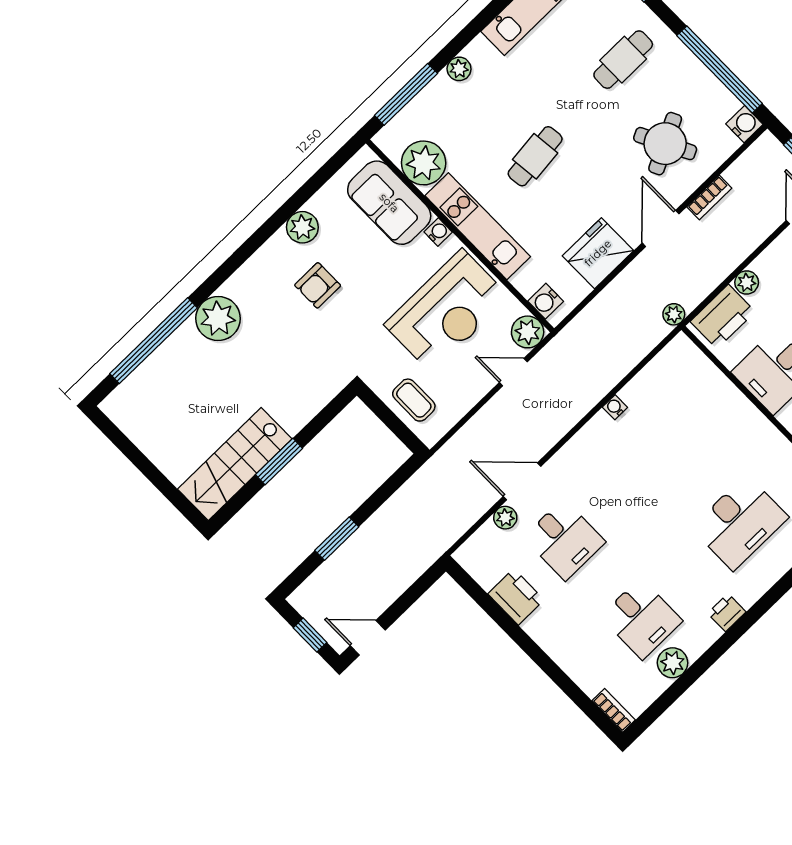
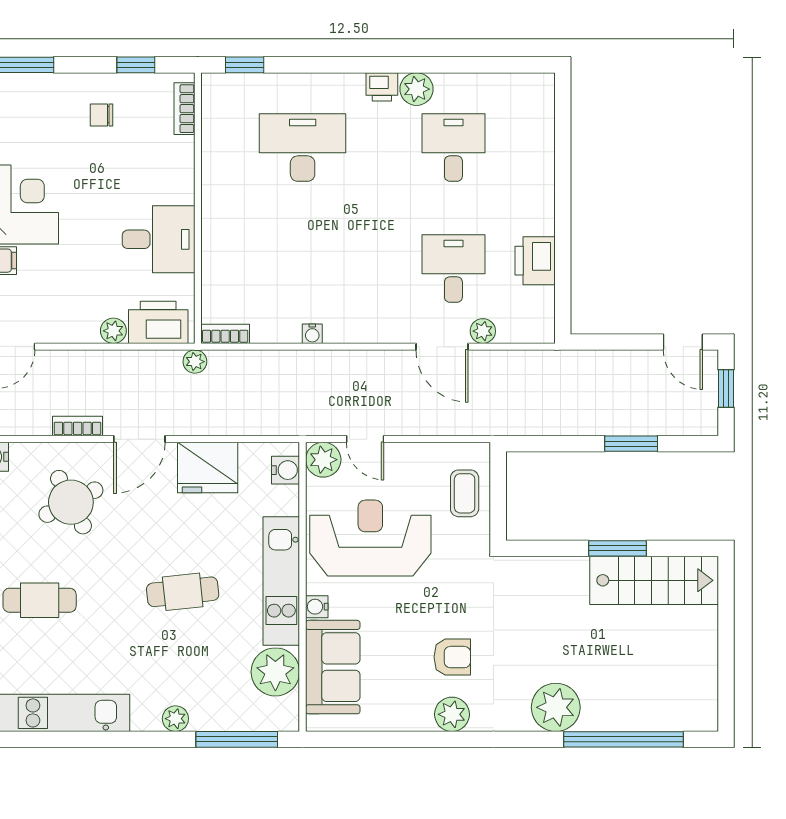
plant: (302, 227) -> (452, 714), moved
plant: (673, 663) -> (417, 89), moved
bookcase: (614, 710) -> (225, 334), moved, turned 90

